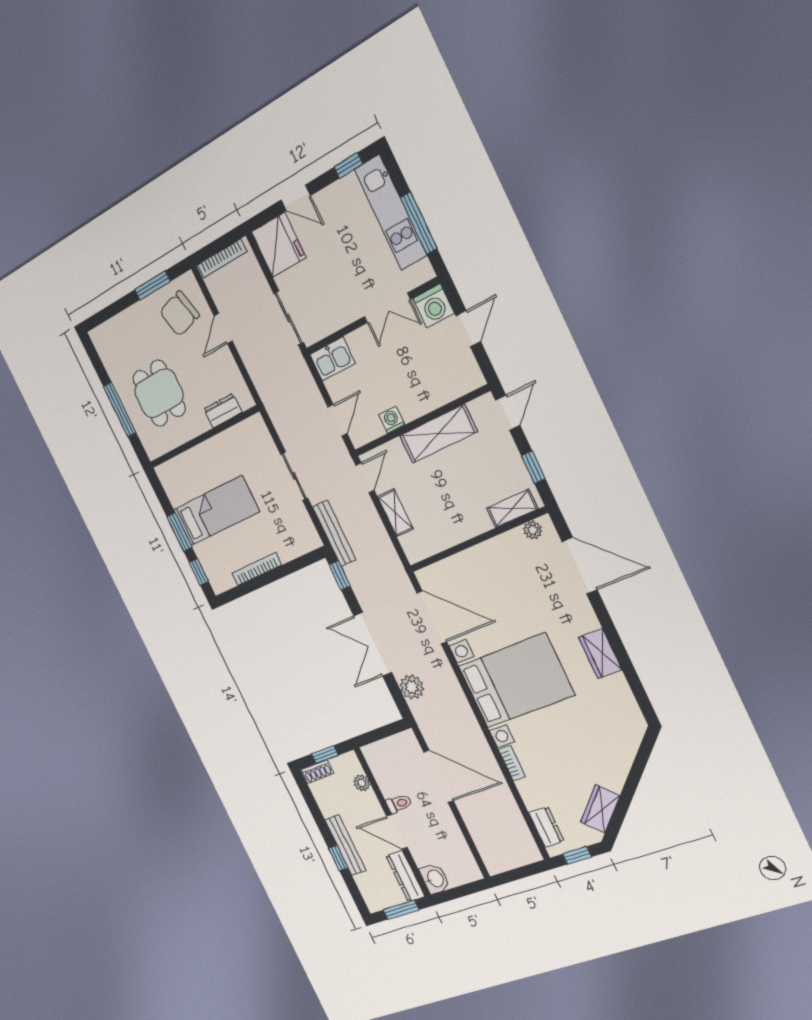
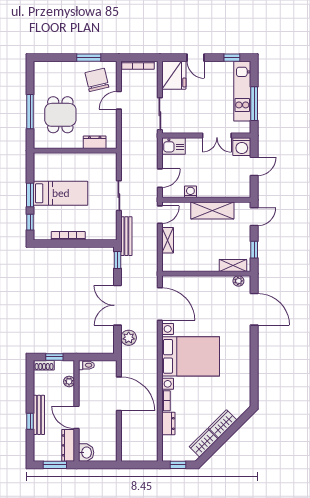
chair: (179, 314) -> (97, 80), turned 92
wardrobe: (600, 654) -> (223, 424), moved, turned 45
toilet: (399, 804) -> (86, 365), moved
dresser: (546, 827) -> (168, 423), moved

